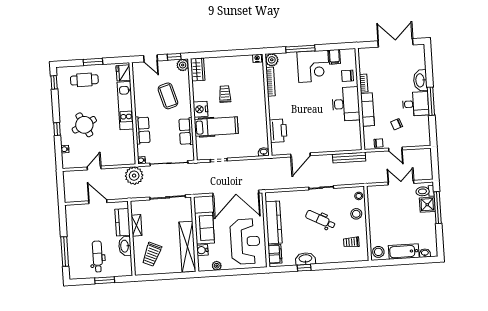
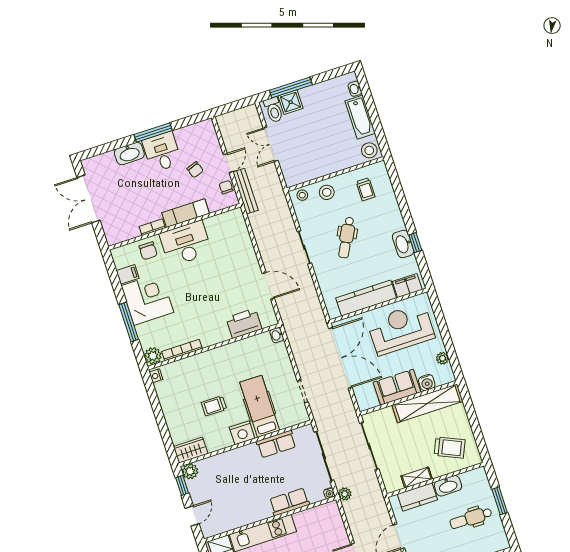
coffee table: (168, 96) -> (236, 480), removed
bench: (349, 158) -> (245, 191), moved
plant: (134, 176) -> (345, 494), width x0.53, depth x0.53

